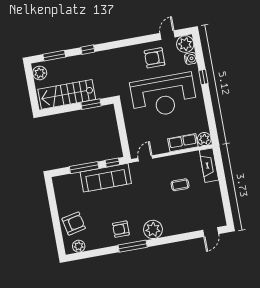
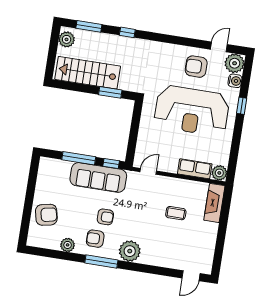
armchair: (123, 208) -> (105, 217), added
plant: (79, 246) -> (68, 245), moved

